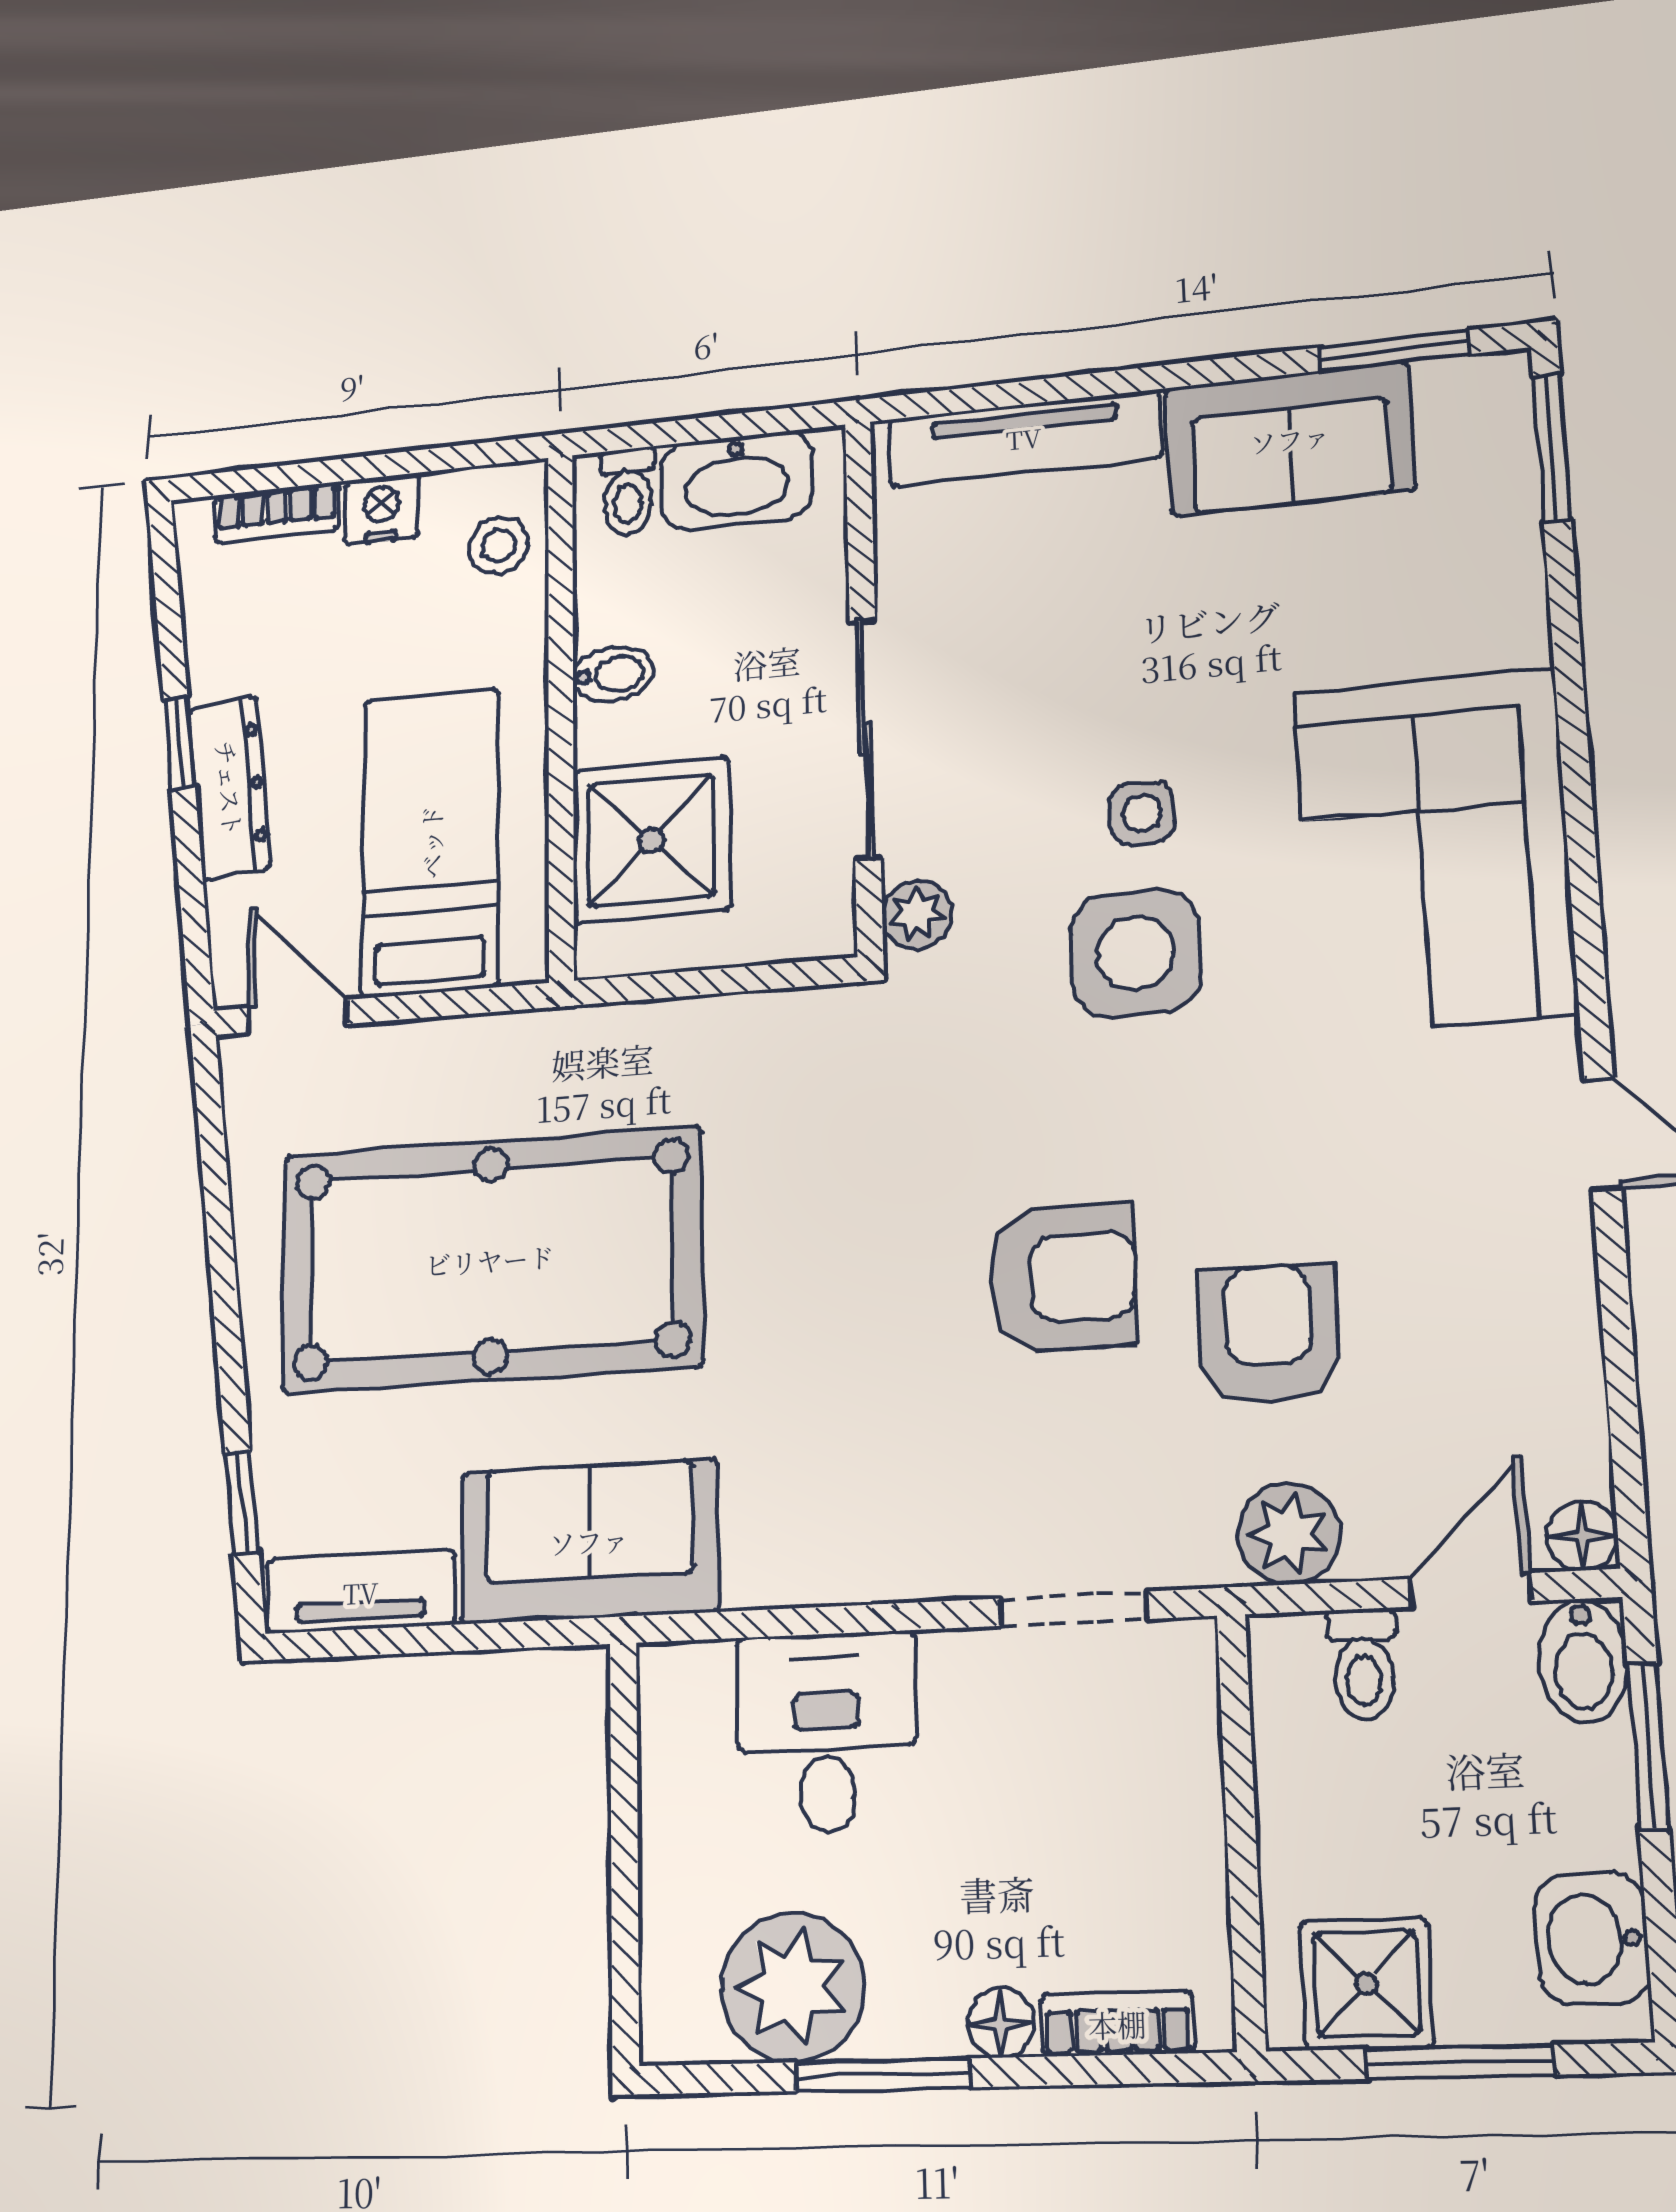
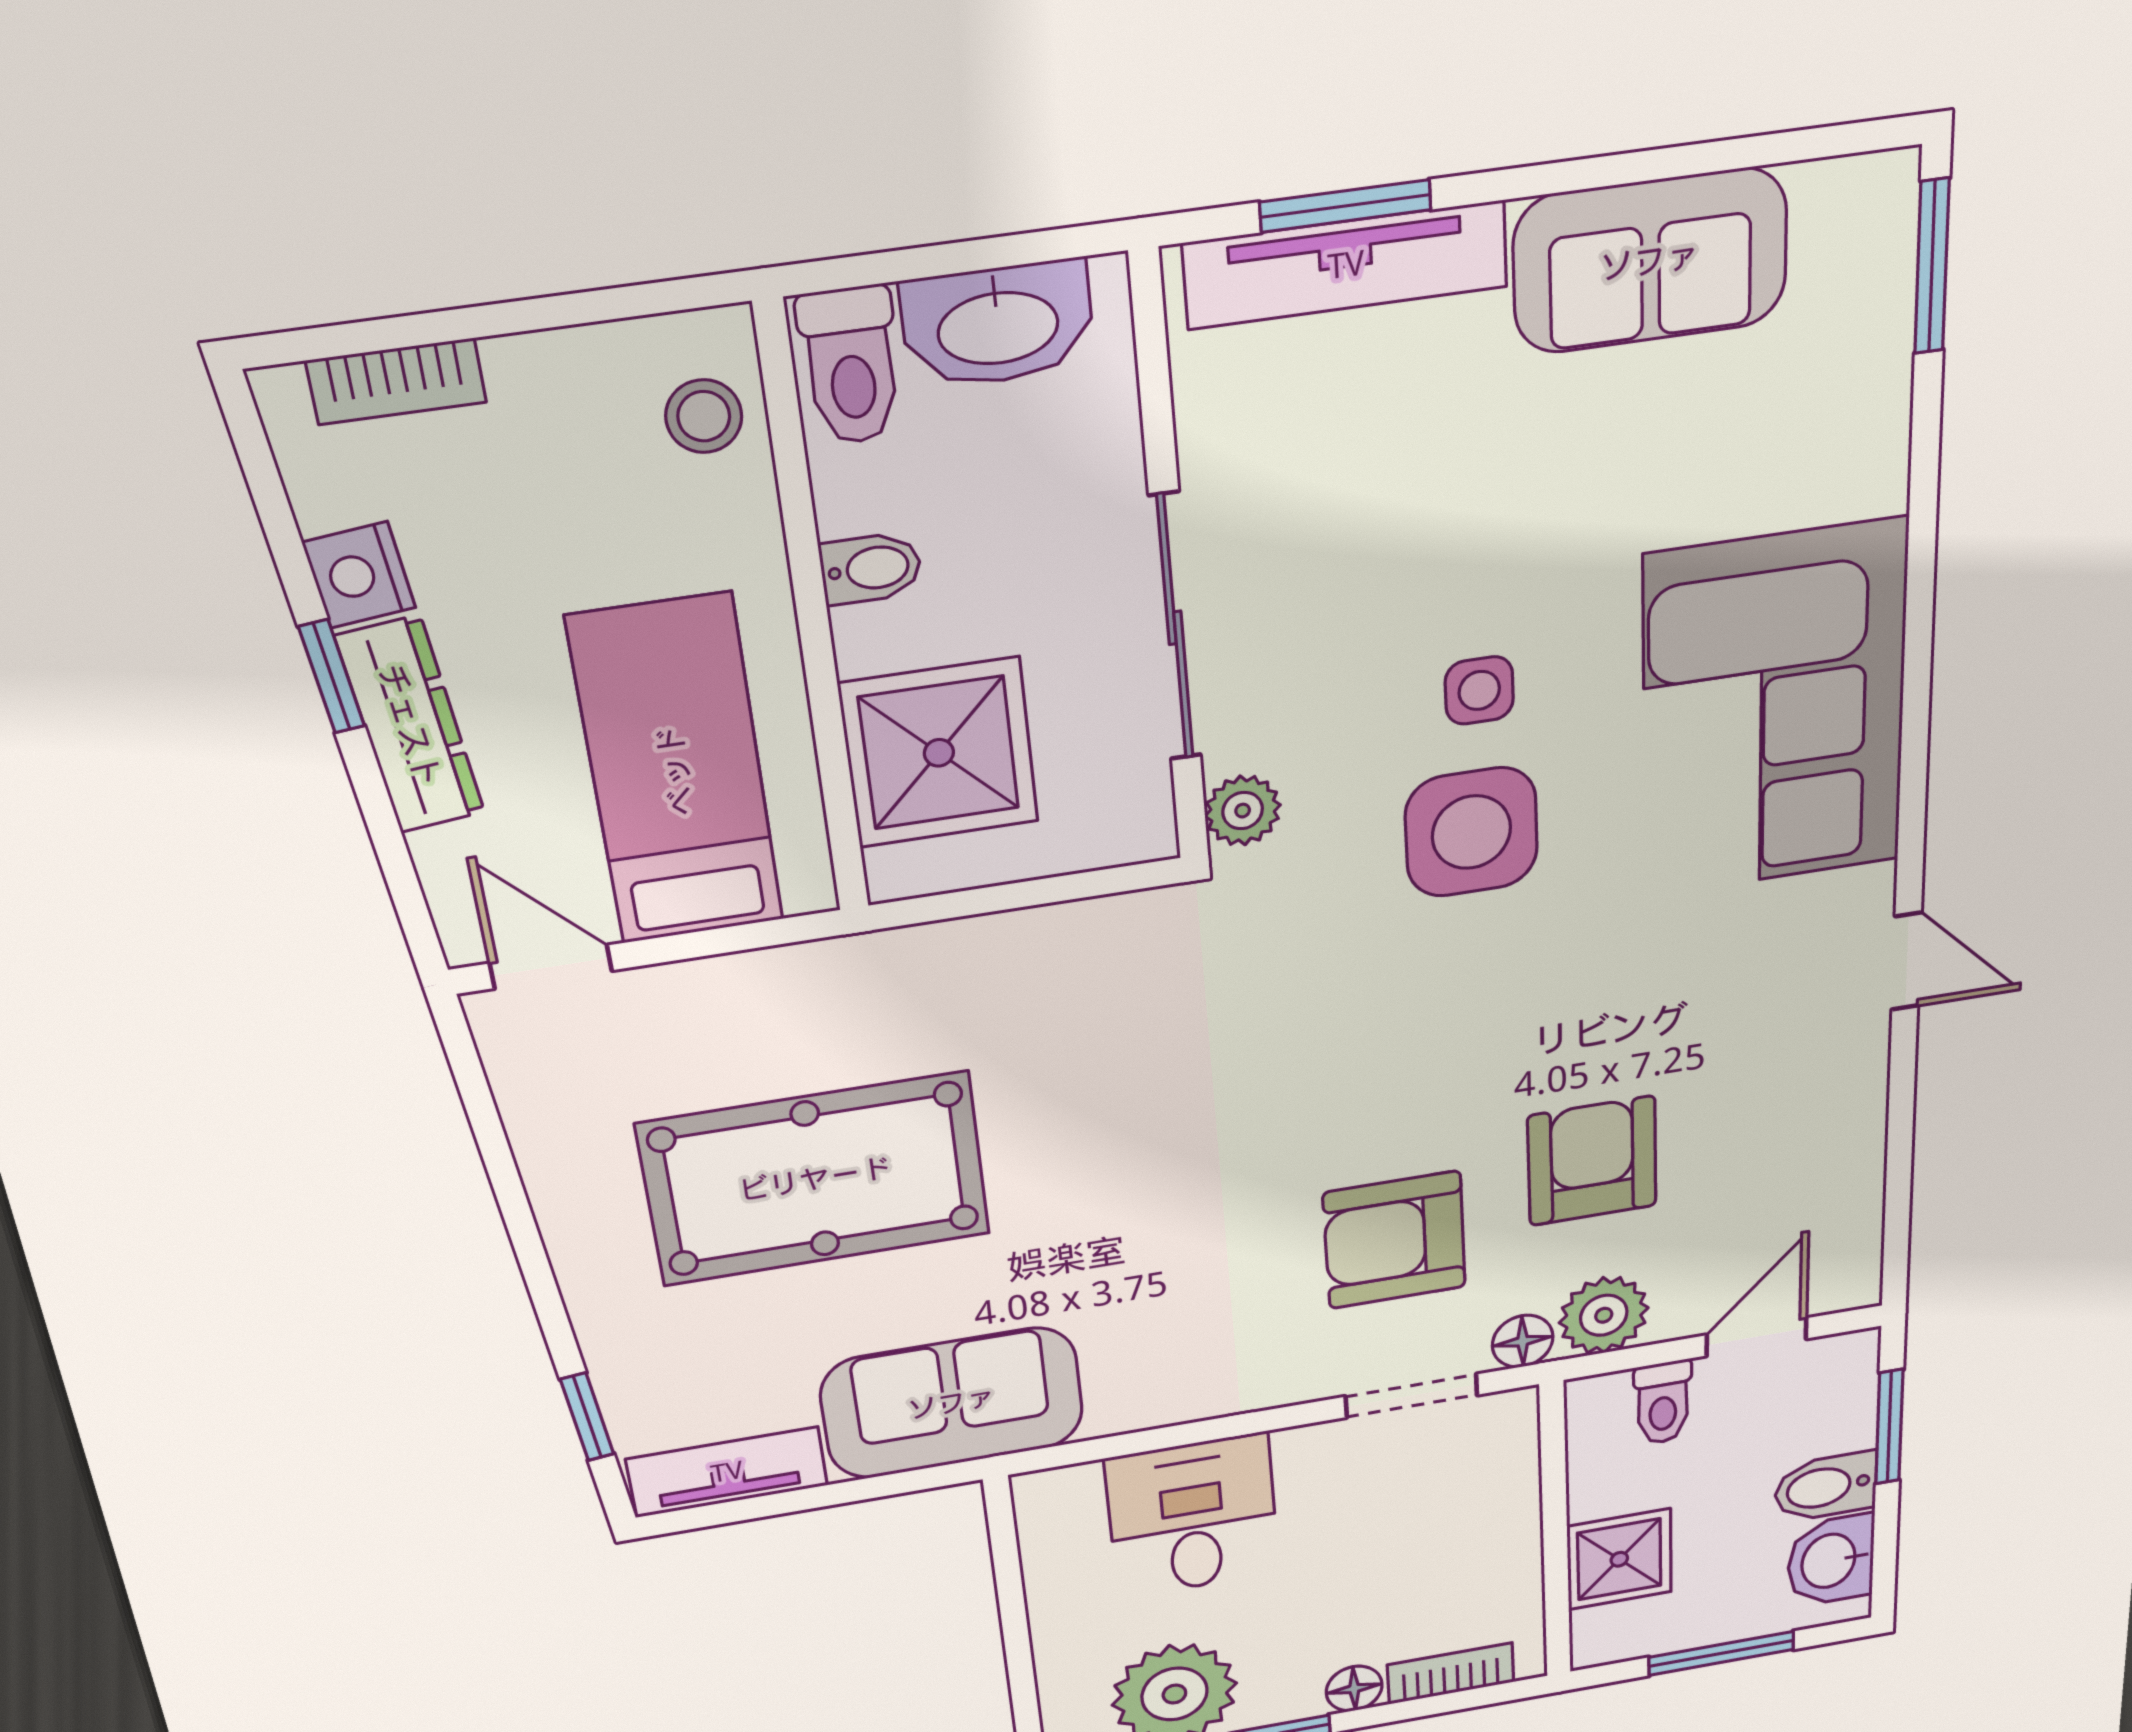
window: (1395, 351) -> (1345, 206), moved
toilet: (628, 492) -> (851, 366), width x1.37, depth x1.39
nightstand: (381, 509) -> (359, 575), moved, turned -96
pool table: (490, 1260) -> (815, 1179), width x0.73, depth x0.76
armchair: (1062, 1278) -> (1395, 1240), moved, turned 180
floor lamp: (1582, 1536) -> (1523, 1341), moved
bidet: (1583, 1661) -> (1826, 1487), moved, turned 90
shower: (1366, 1984) -> (1619, 1559), moved

